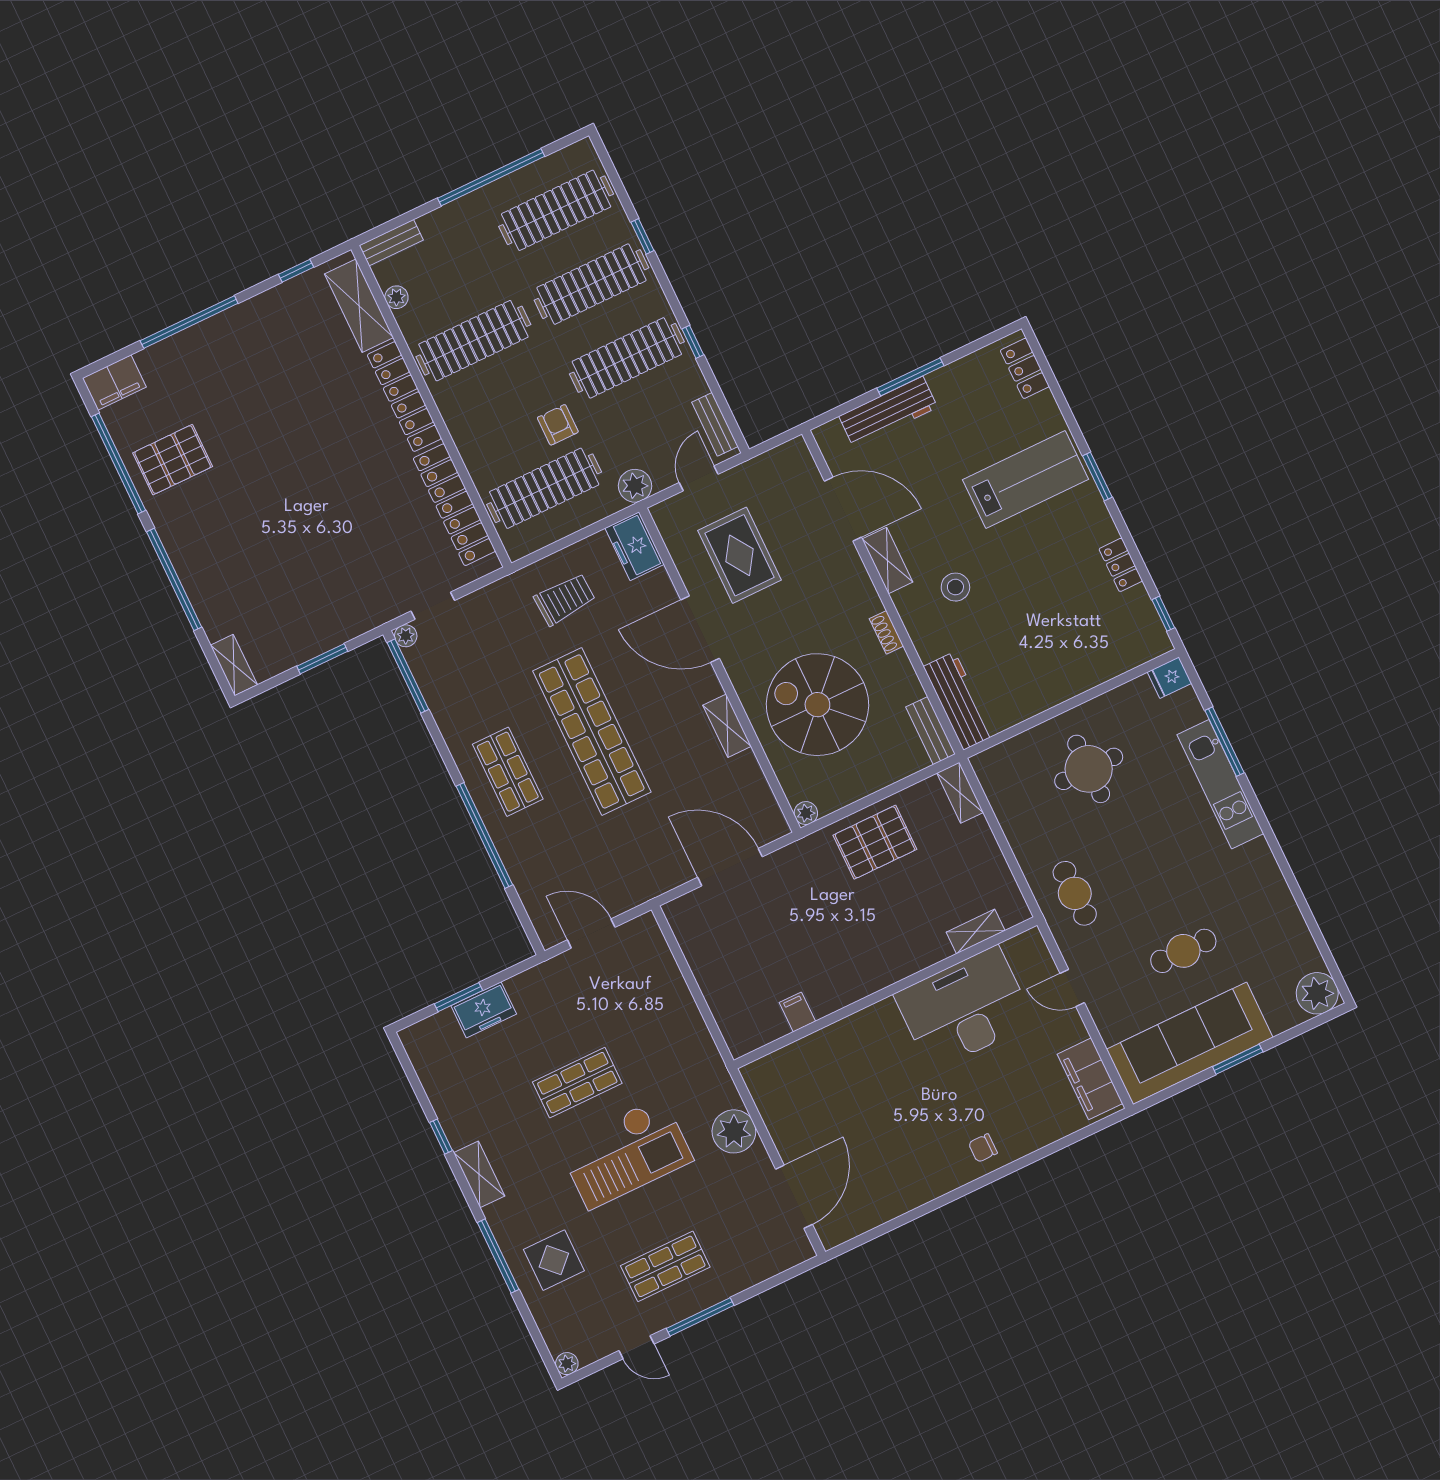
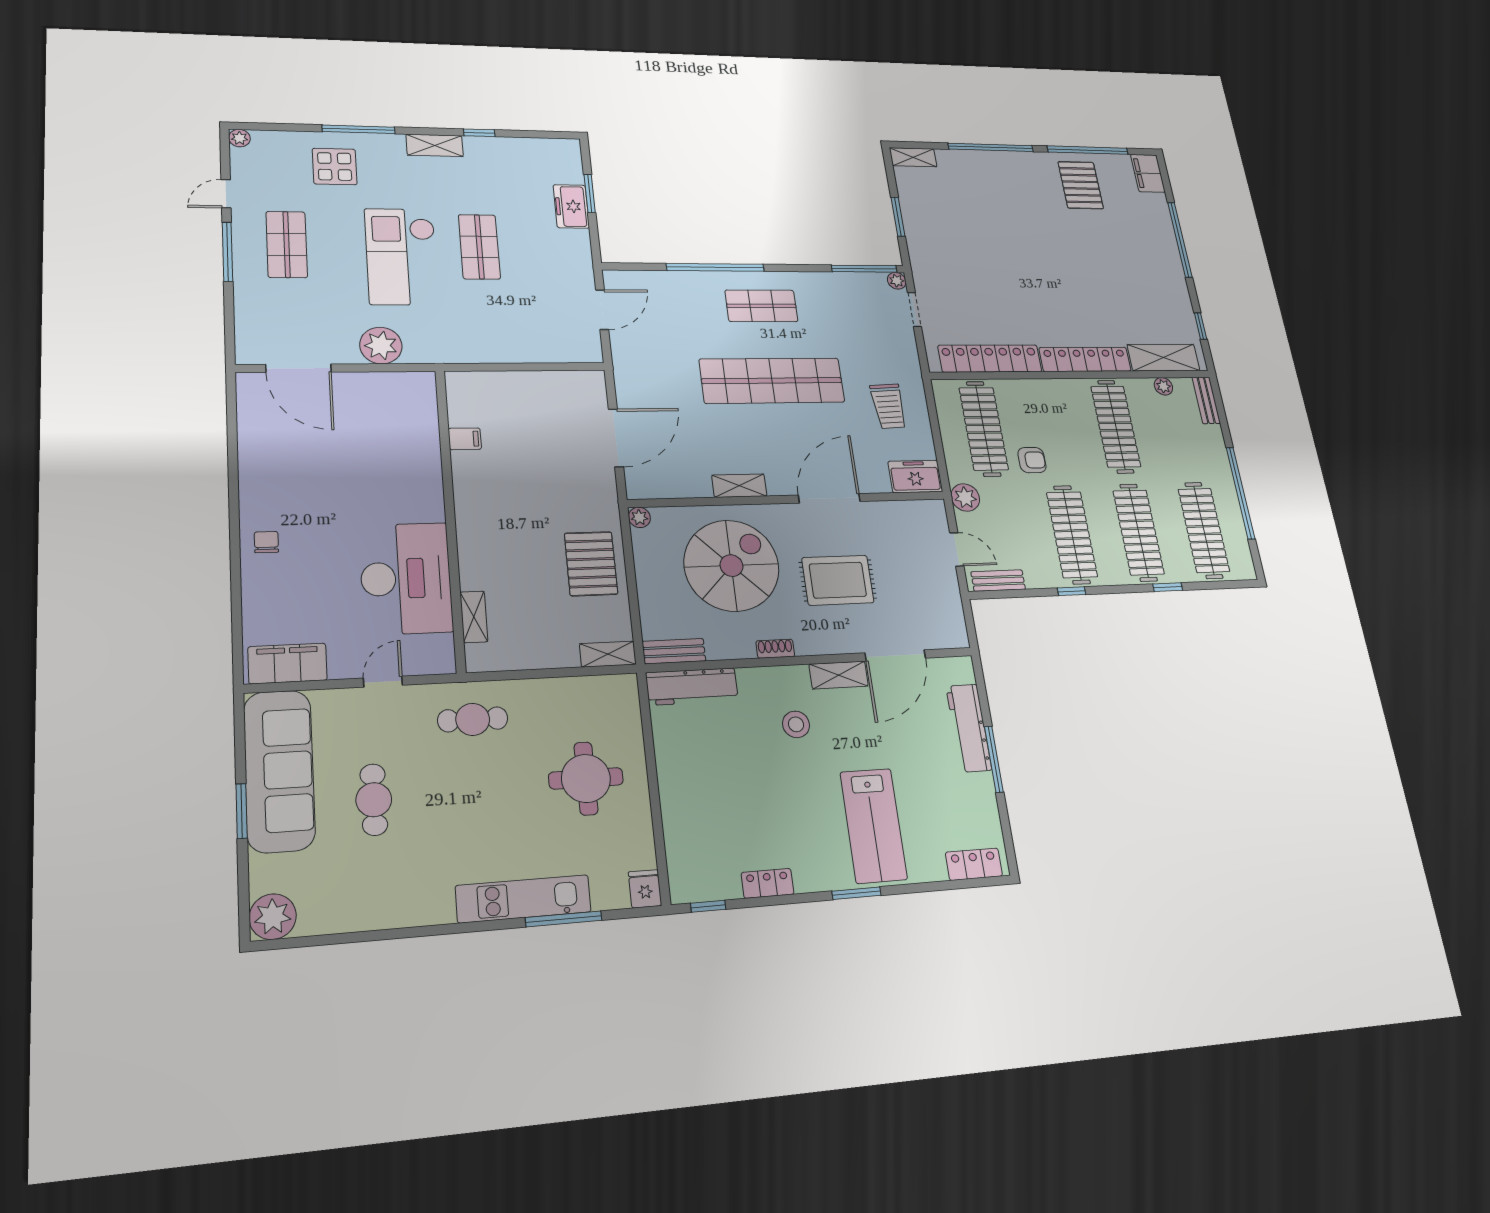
rug: (740, 555) -> (838, 580), moved

